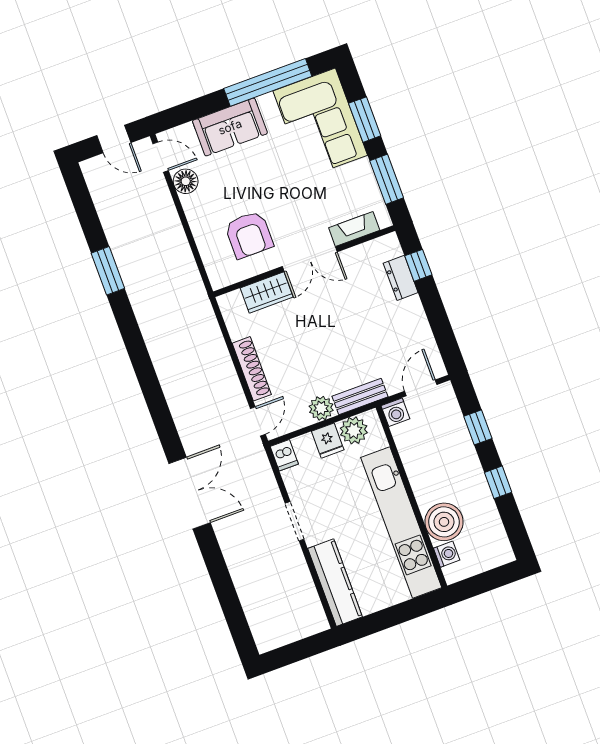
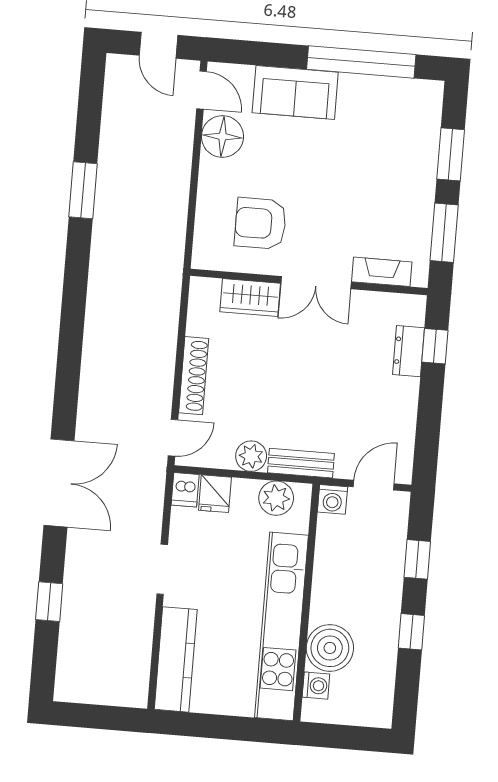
corner sofa: (320, 123) -> (399, 135), removed
floor lamp: (186, 181) -> (222, 136), width x1.38, depth x1.38
armchair: (249, 235) -> (260, 223), turned 90
fridge: (328, 441) -> (215, 494), moved
window: (223, 583) -> (49, 602), added

